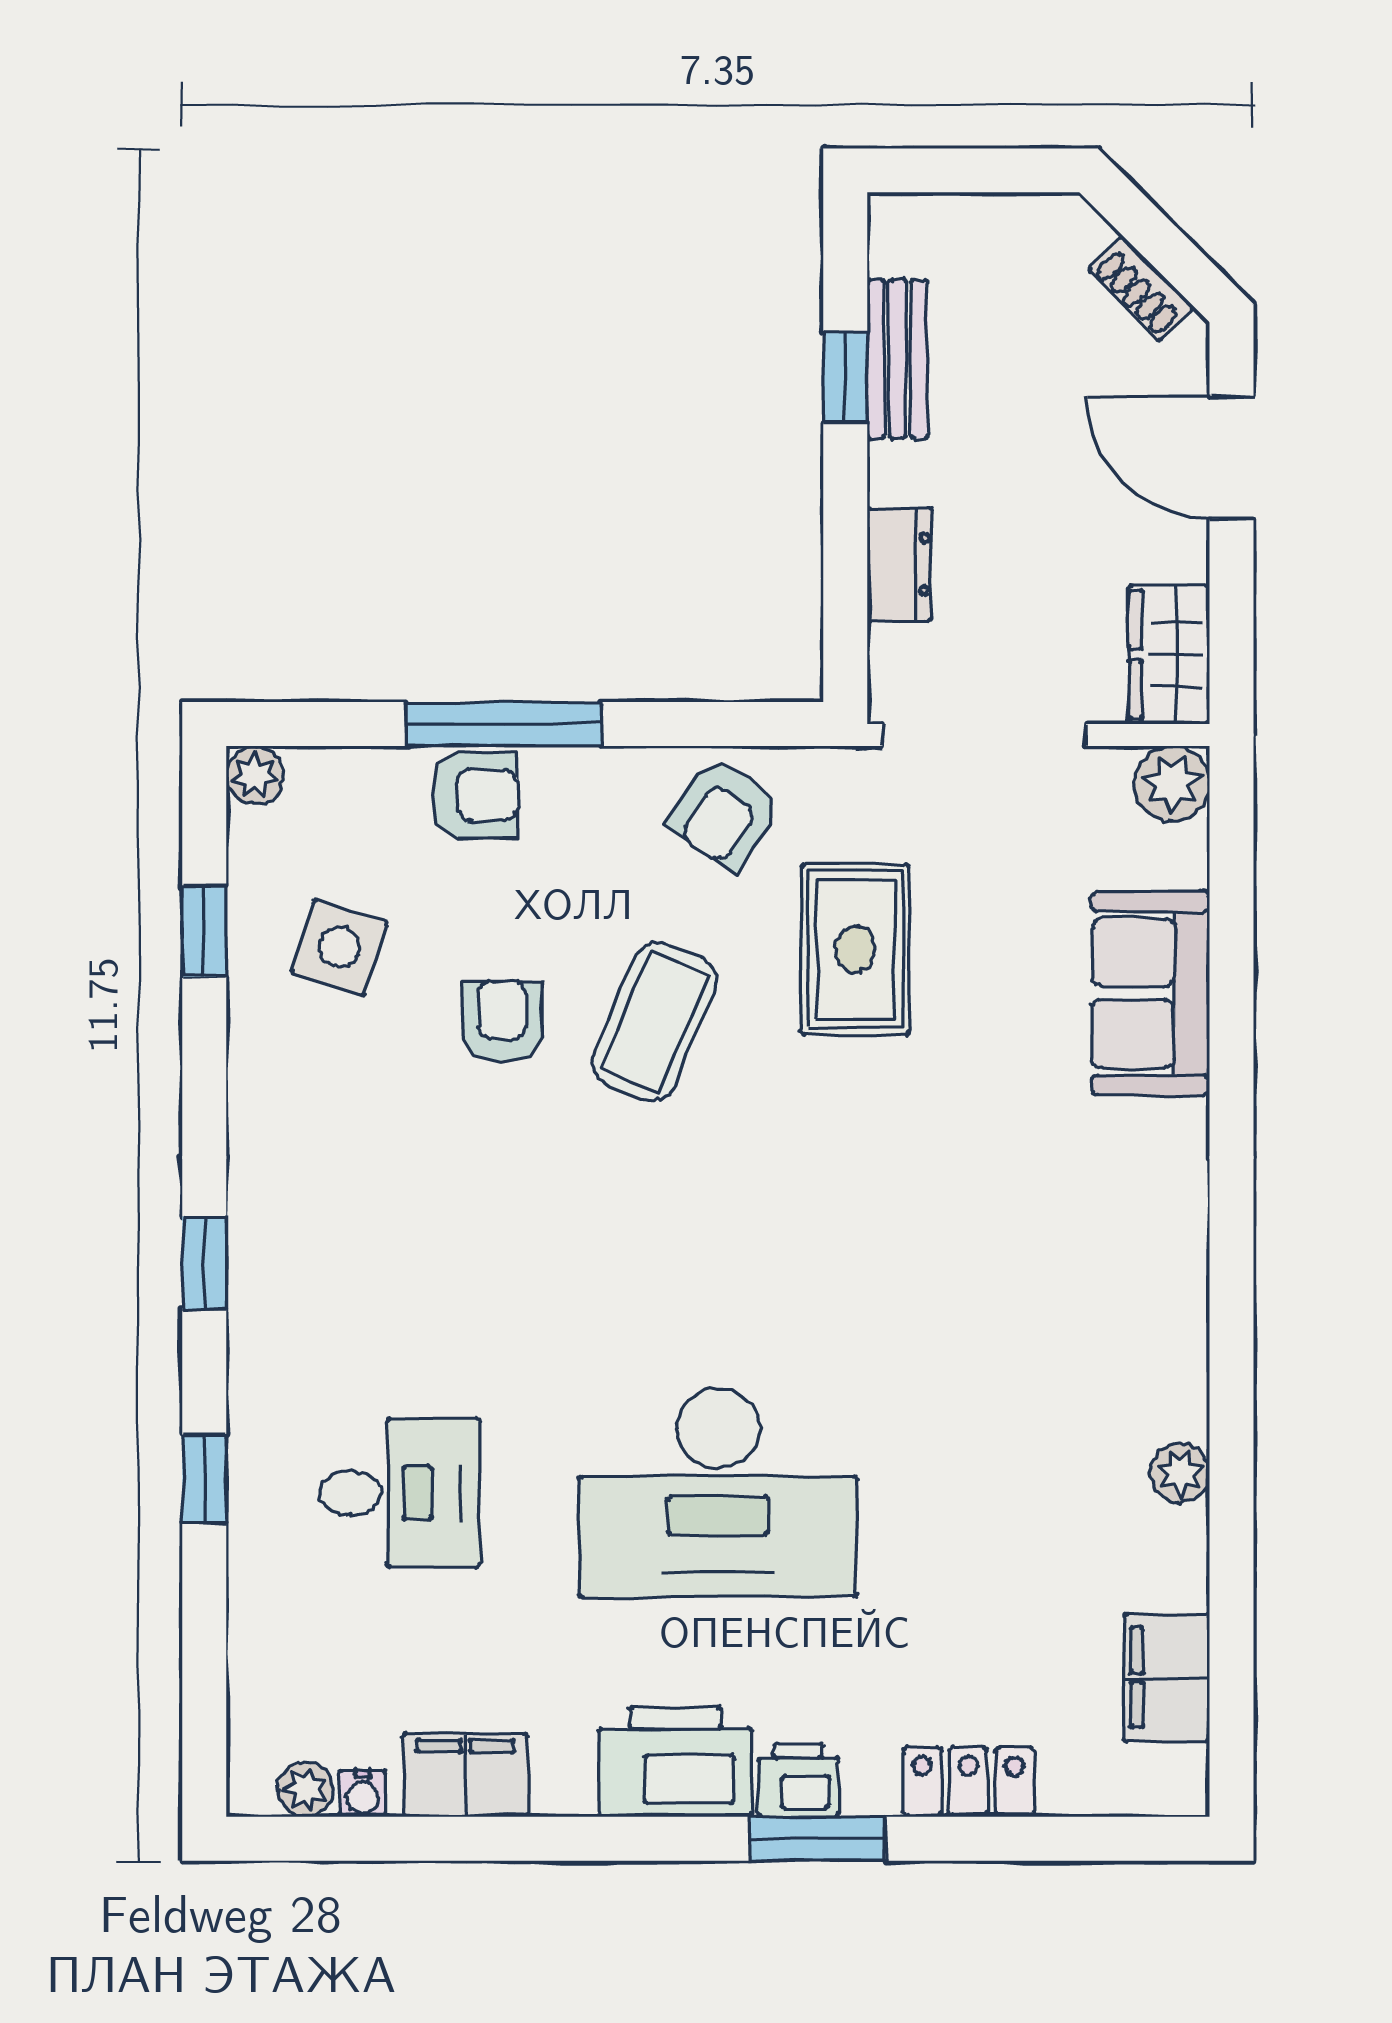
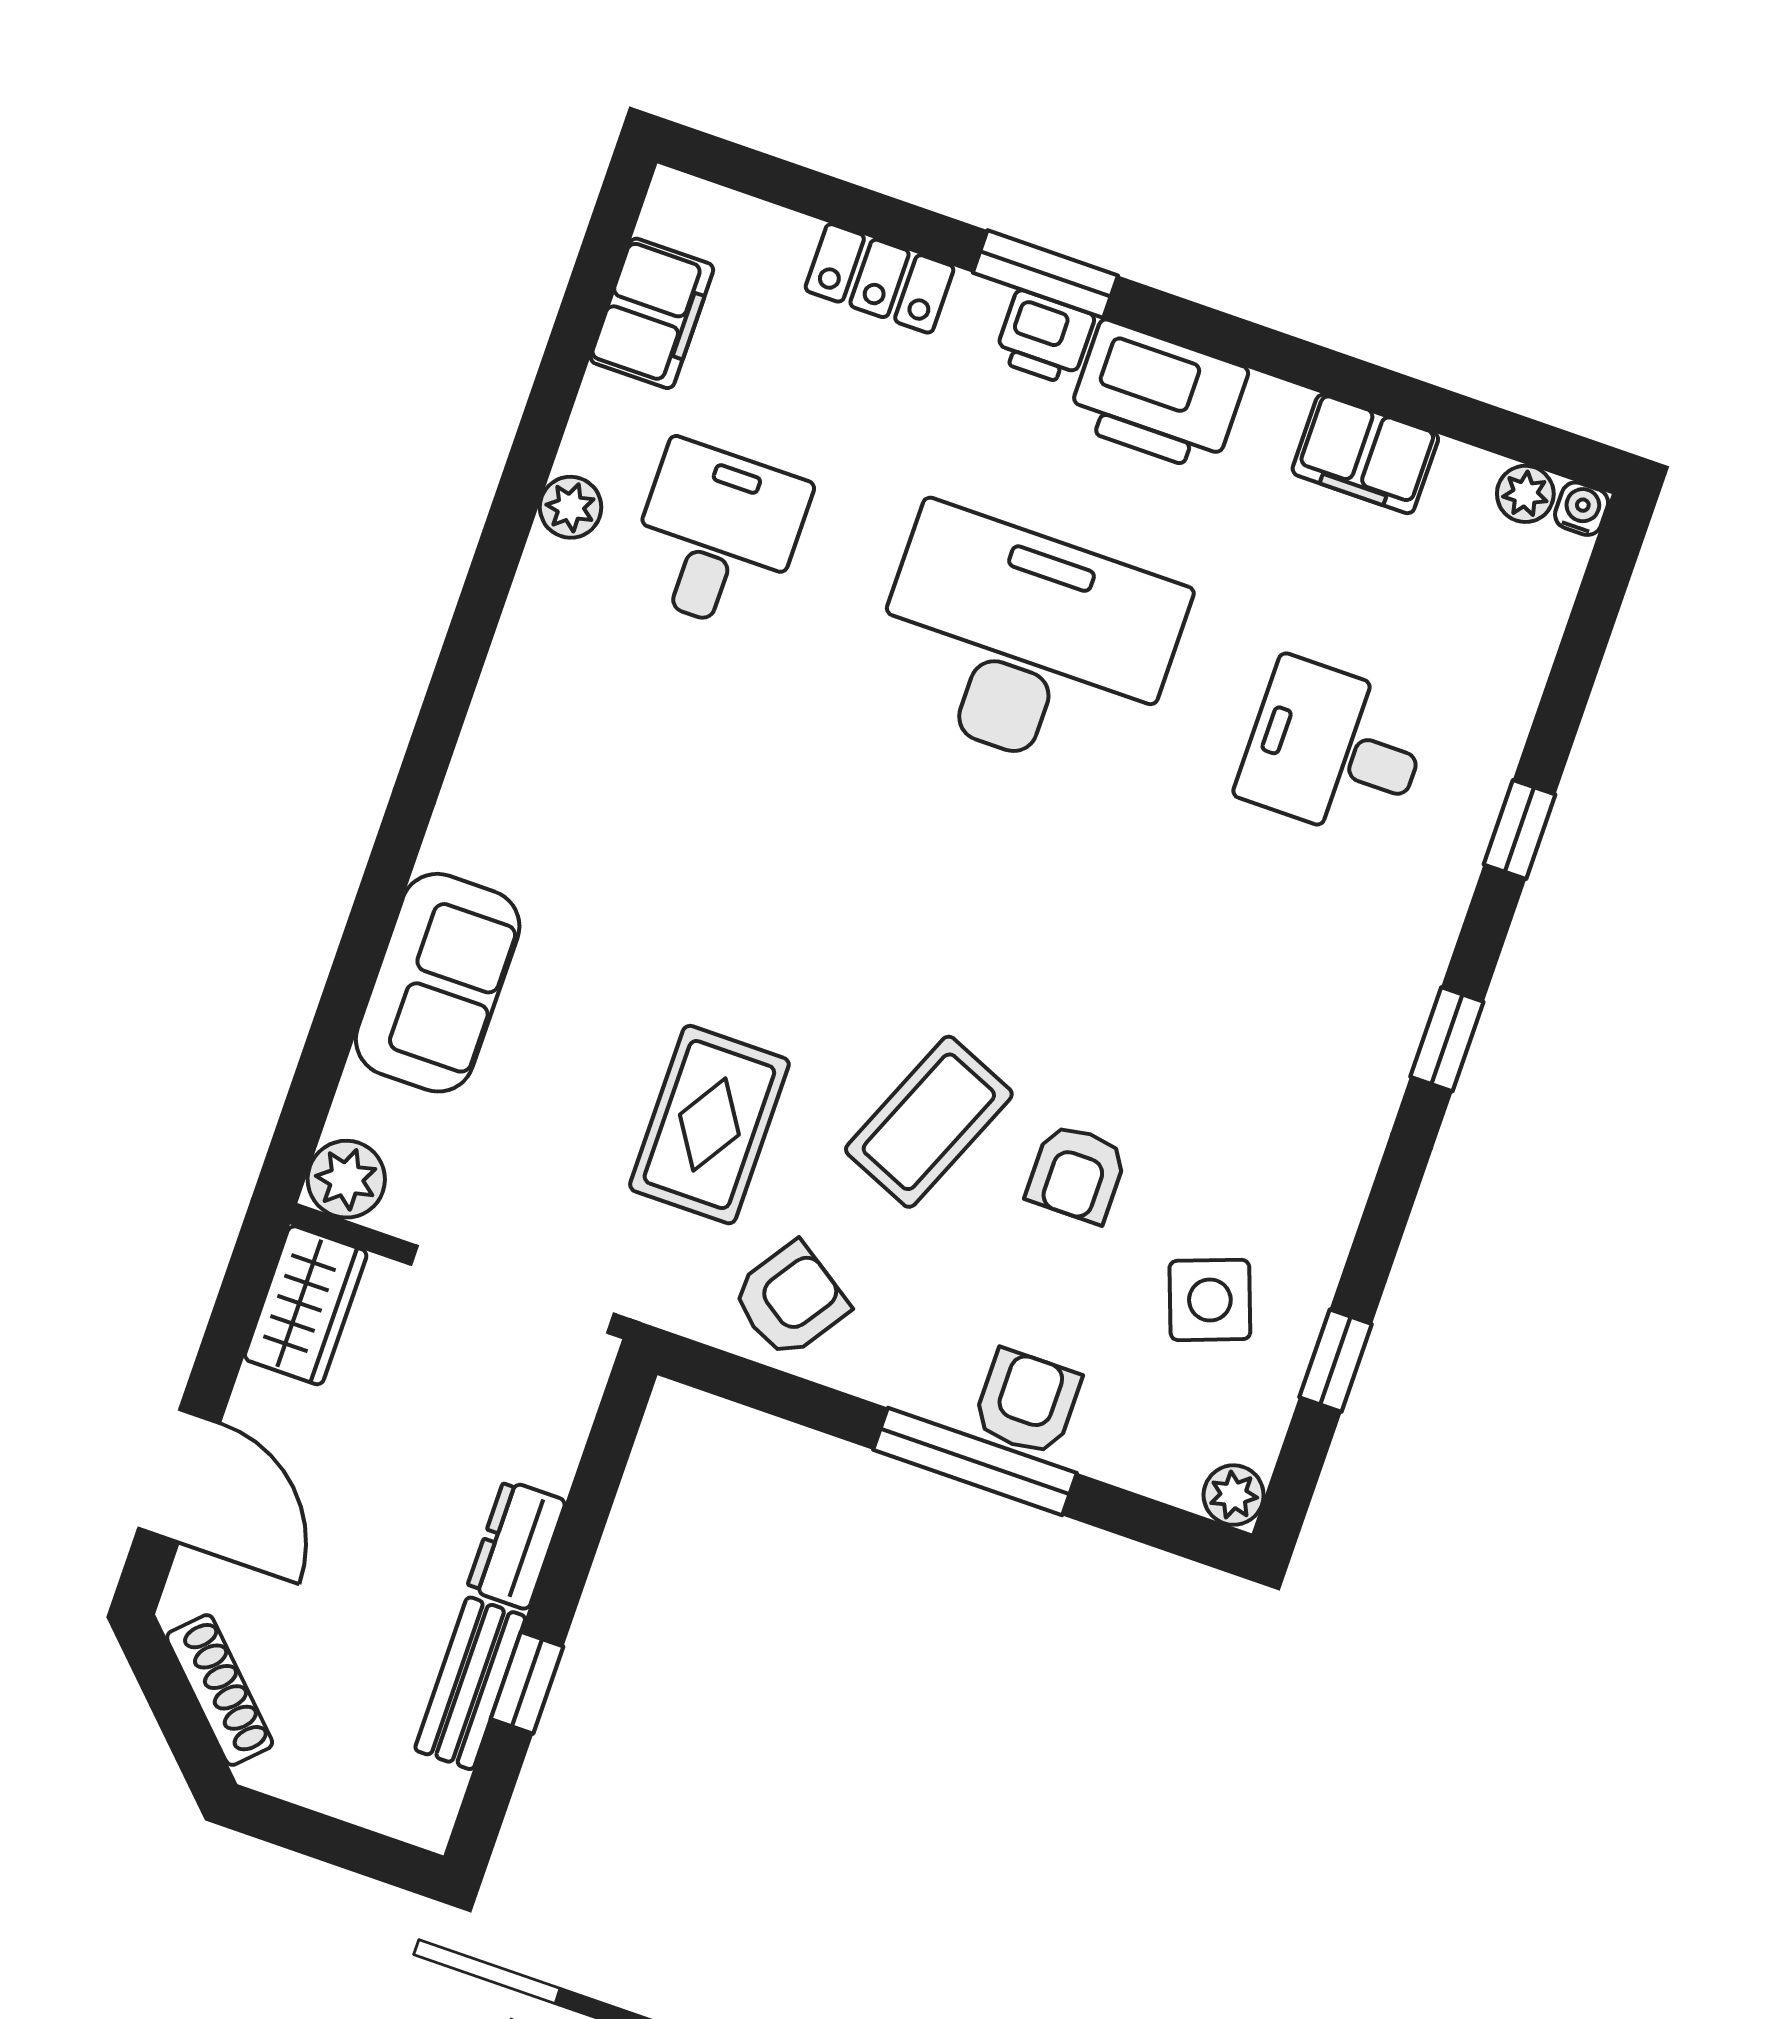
shoe rack: (1141, 288) -> (220, 1690), width x1.43
dresser: (899, 564) -> (516, 1545), moved
armchair: (475, 795) -> (1027, 1402), turned 90
side table: (339, 947) -> (1210, 1300), turned -38
desk: (1036, 1493) -> (717, 537), added
water cooler: (362, 1794) -> (1582, 509), moved

